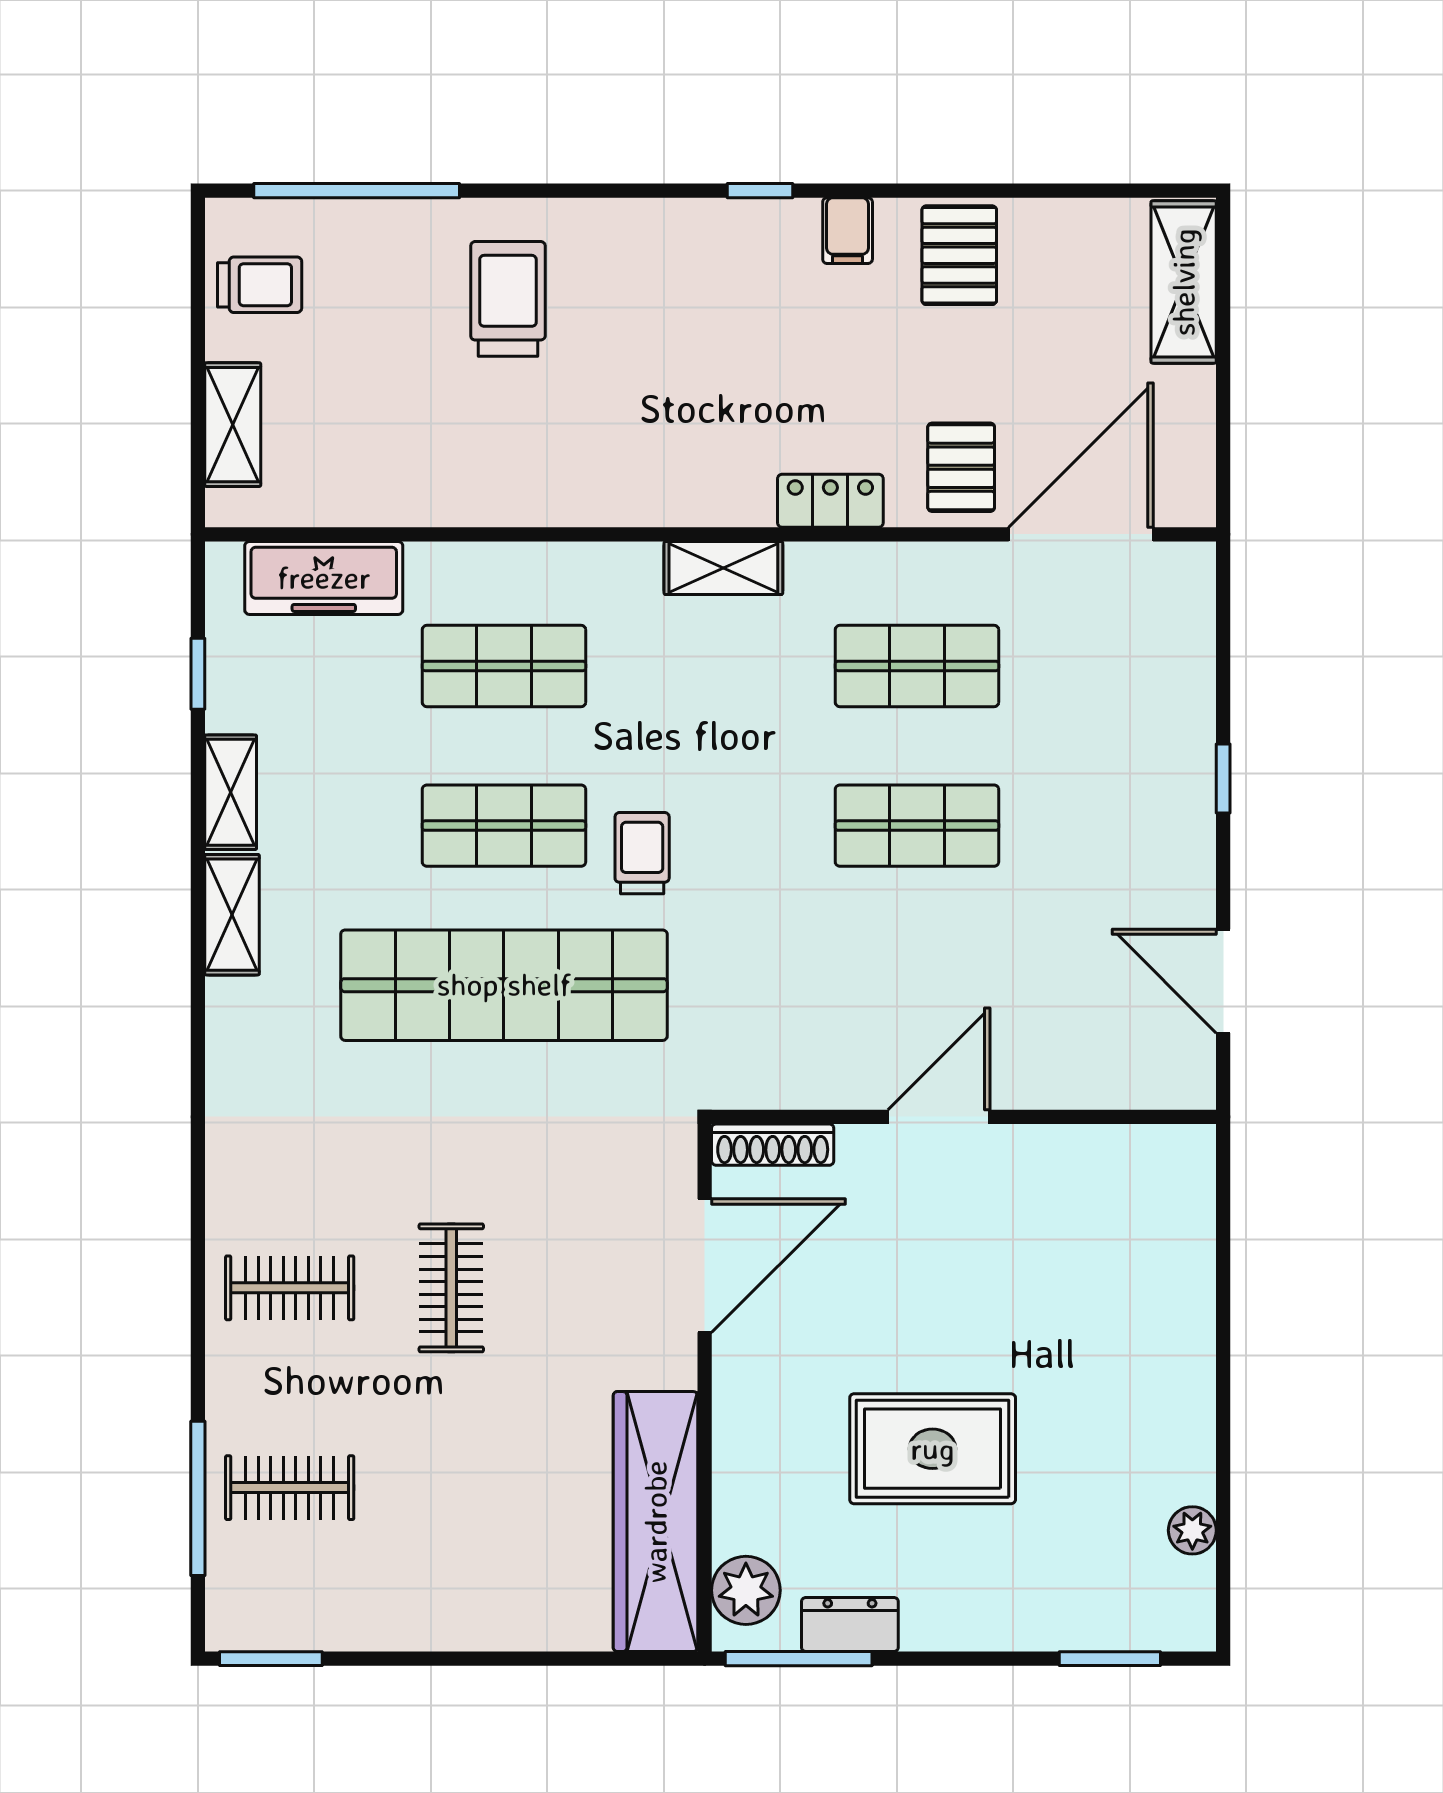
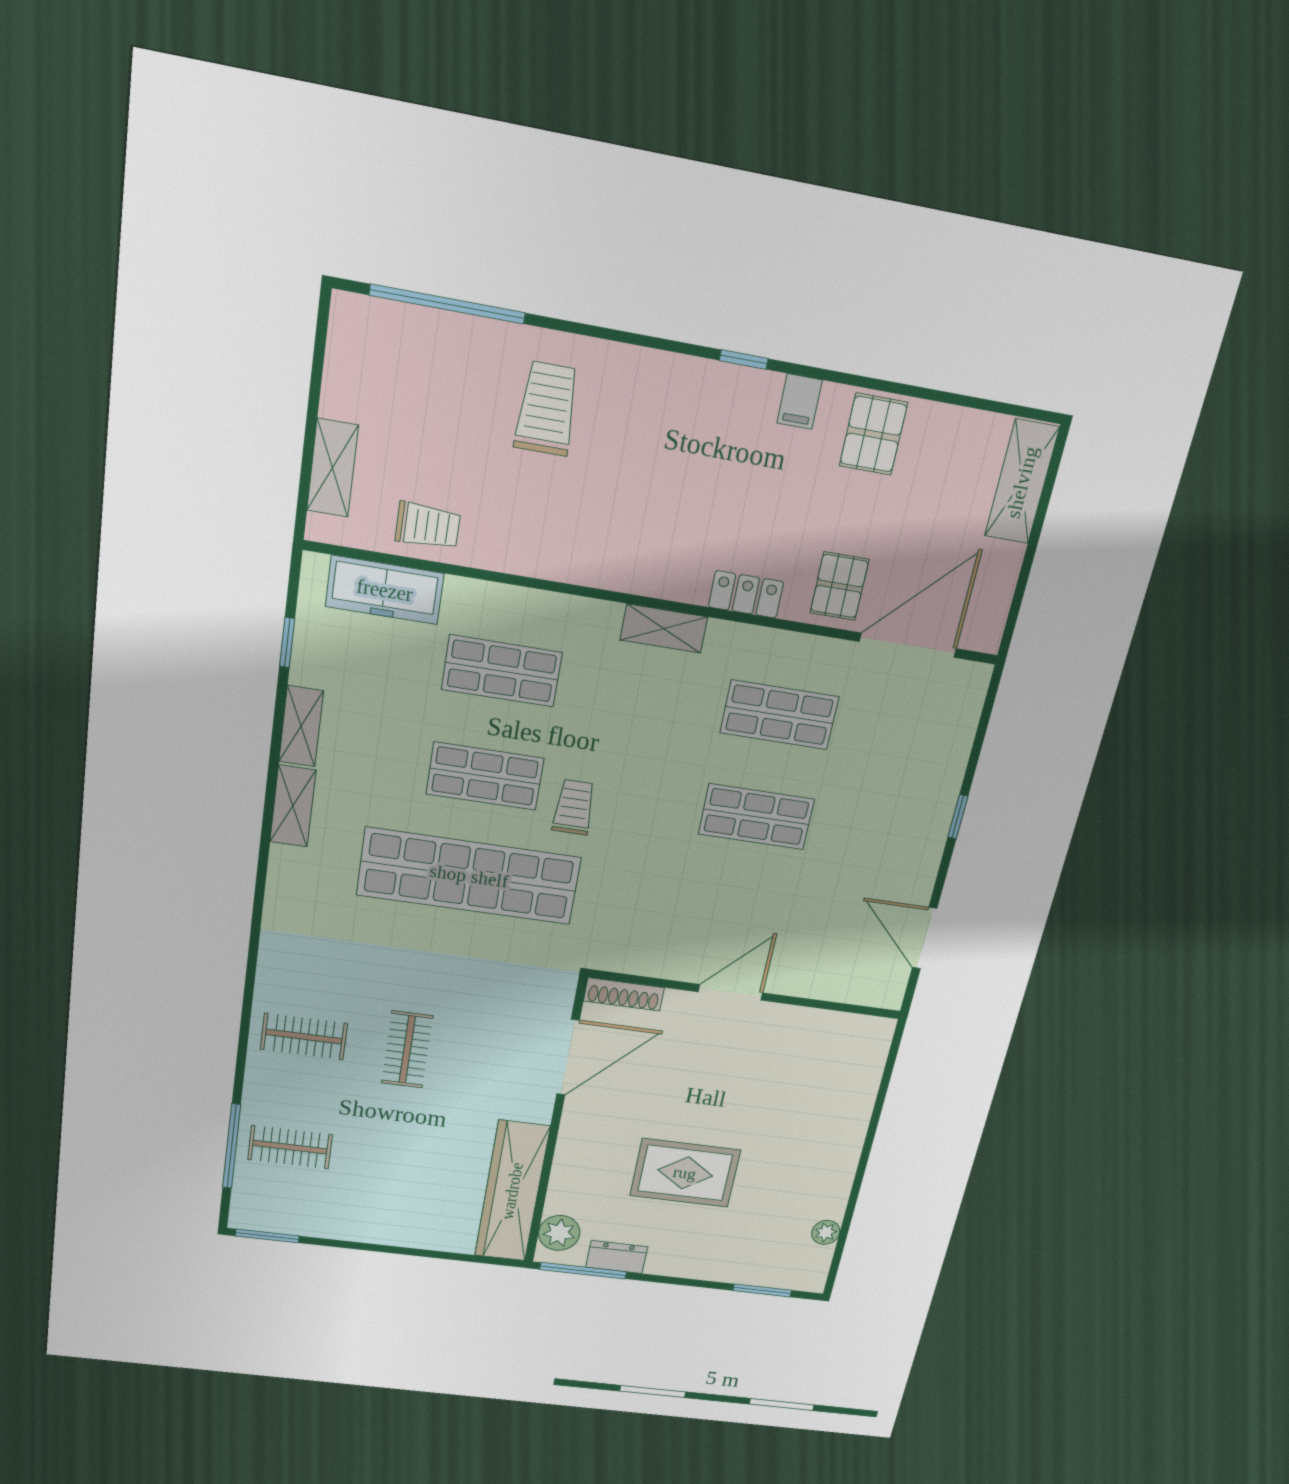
trolley: (260, 285) -> (428, 526), moved

